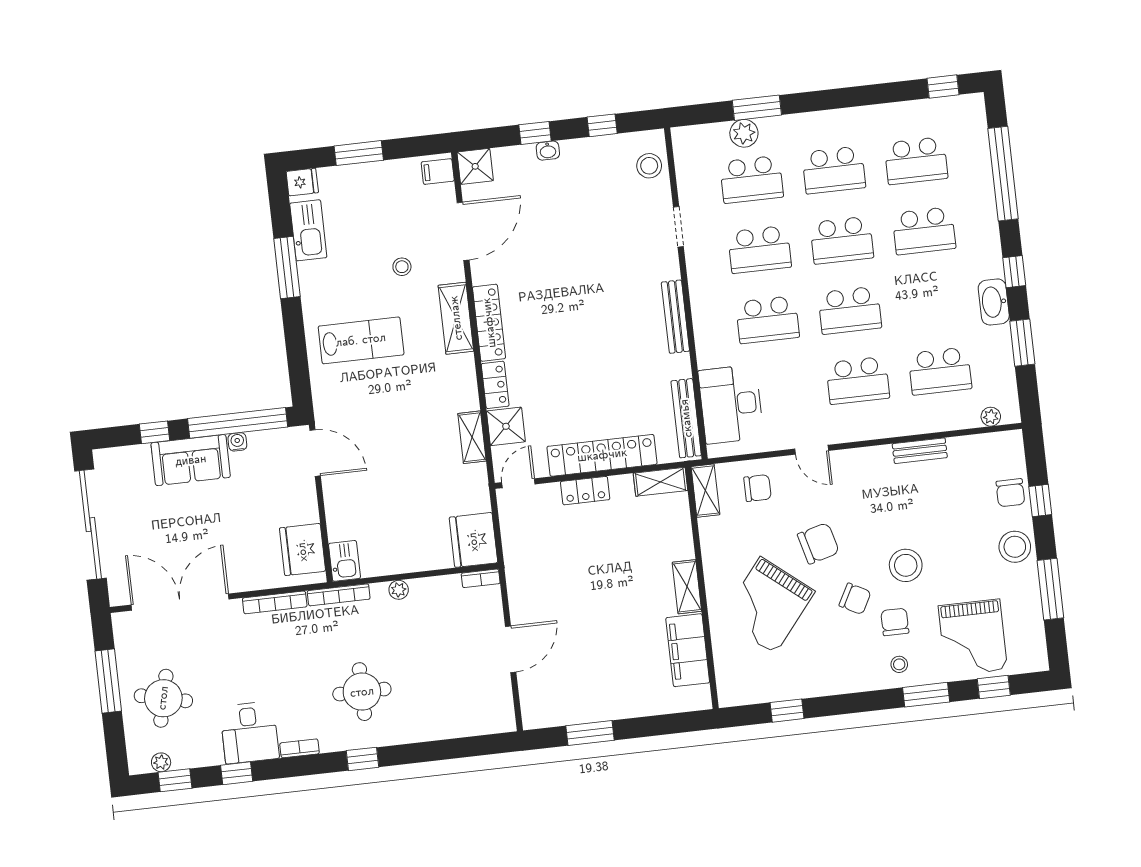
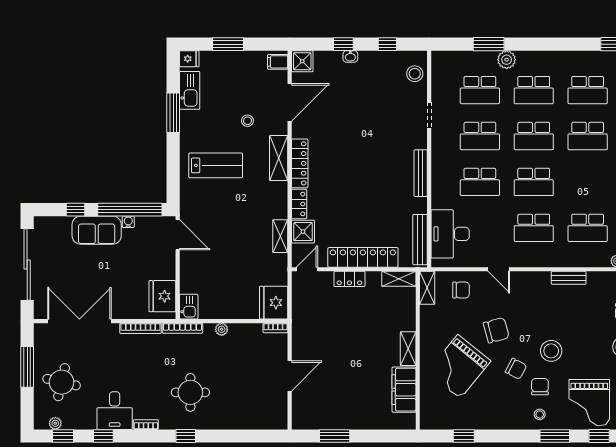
plant: (744, 133) -> (507, 60), moved

